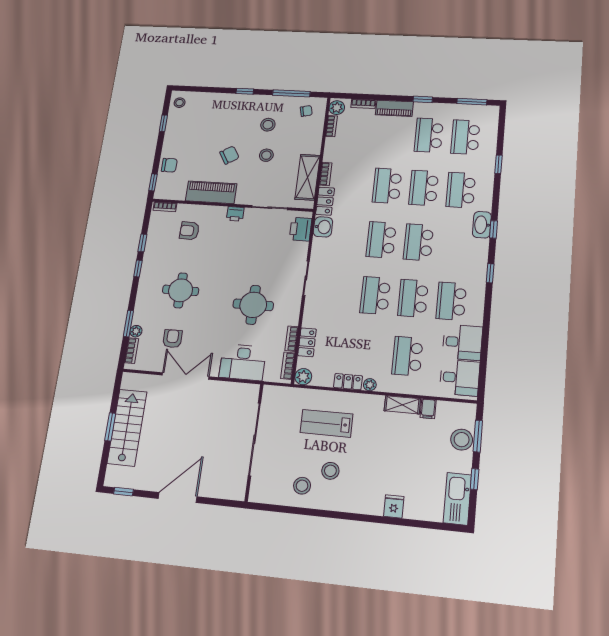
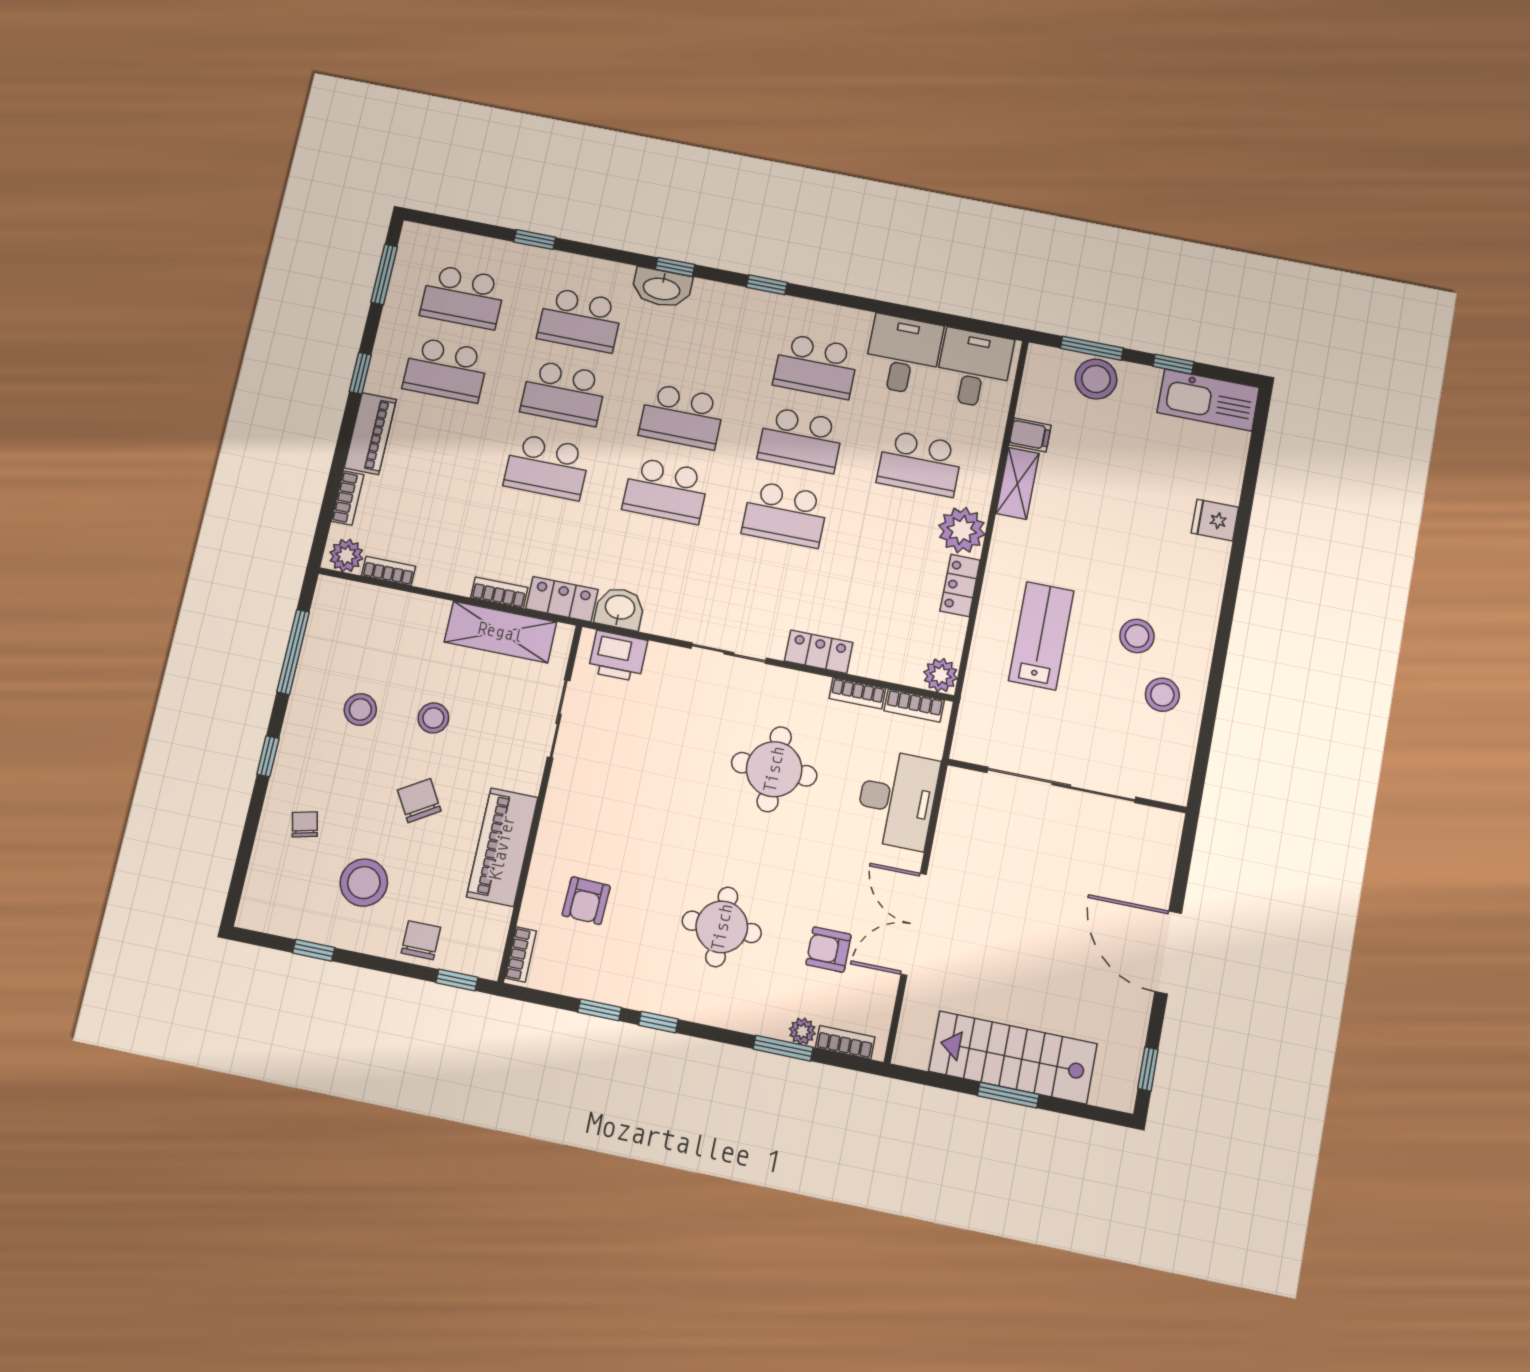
stool: (180, 103) -> (364, 883), moved, width x1.89, depth x1.89
chair: (306, 111) -> (305, 824), moved
printer: (235, 214) -> (562, 796), removed
locker: (307, 342) -> (819, 652), moved
plant: (370, 385) -> (962, 530), width x1.88, depth x1.88
lab bench: (326, 423) -> (1041, 636), turned 180

